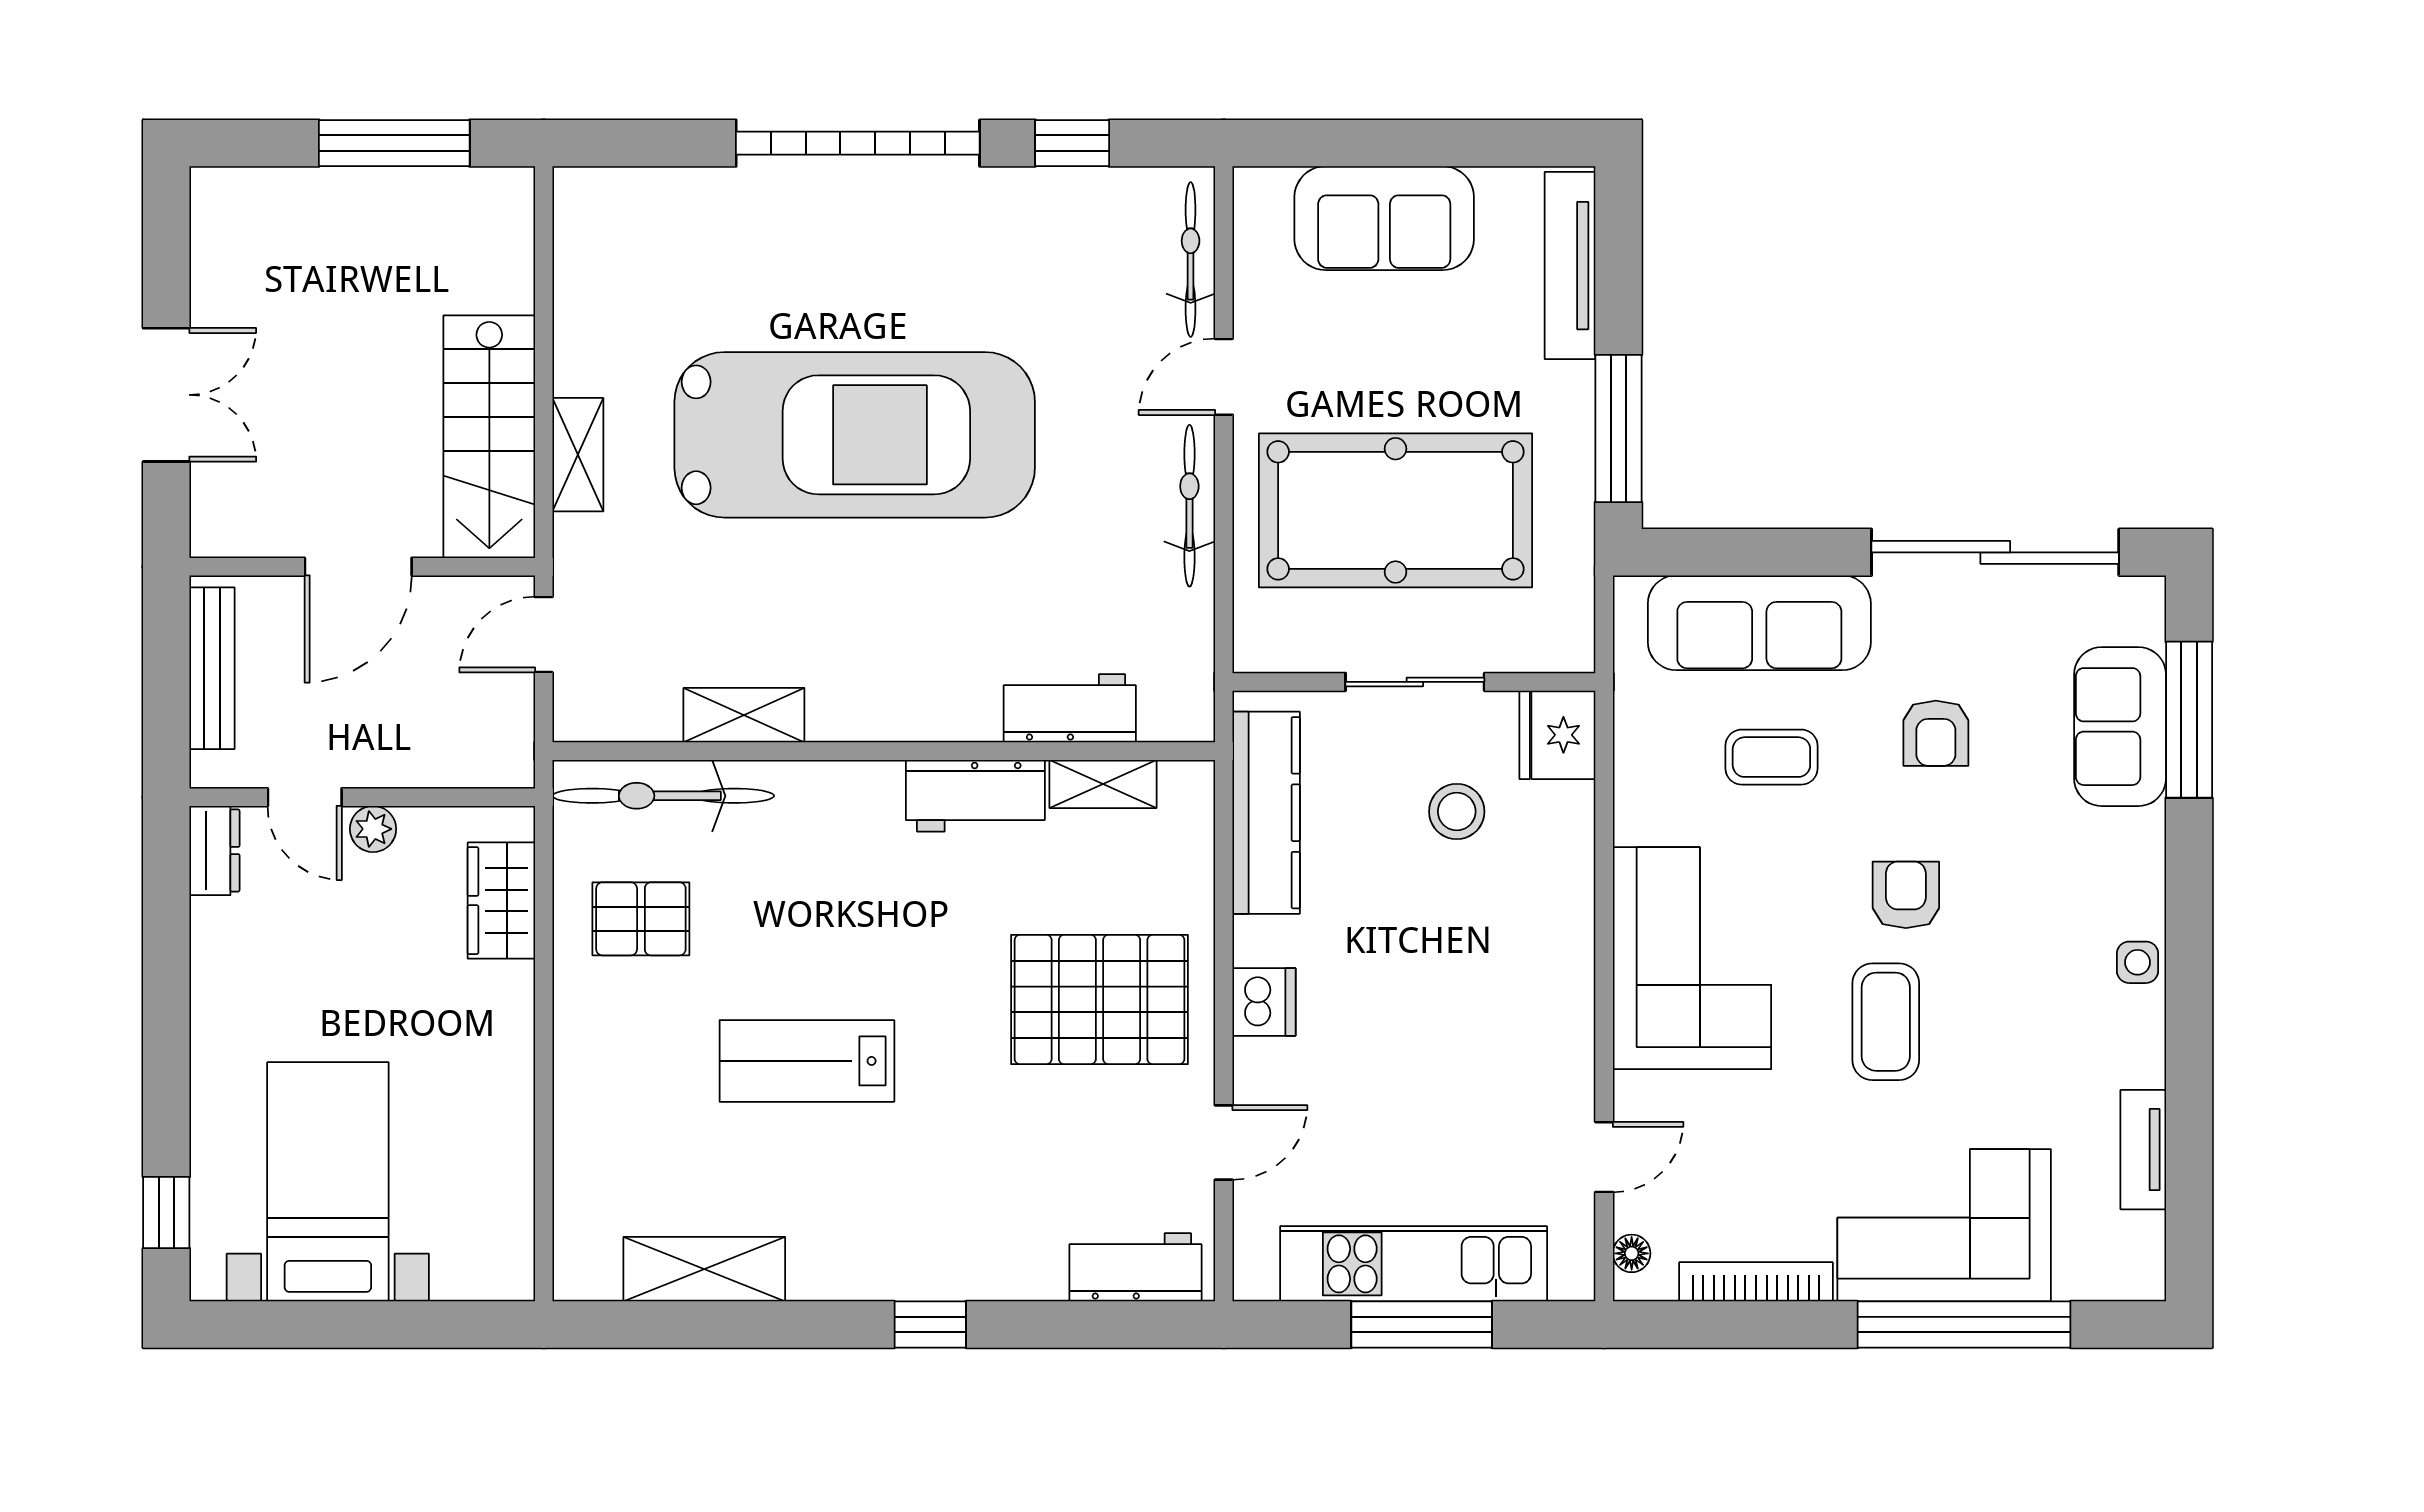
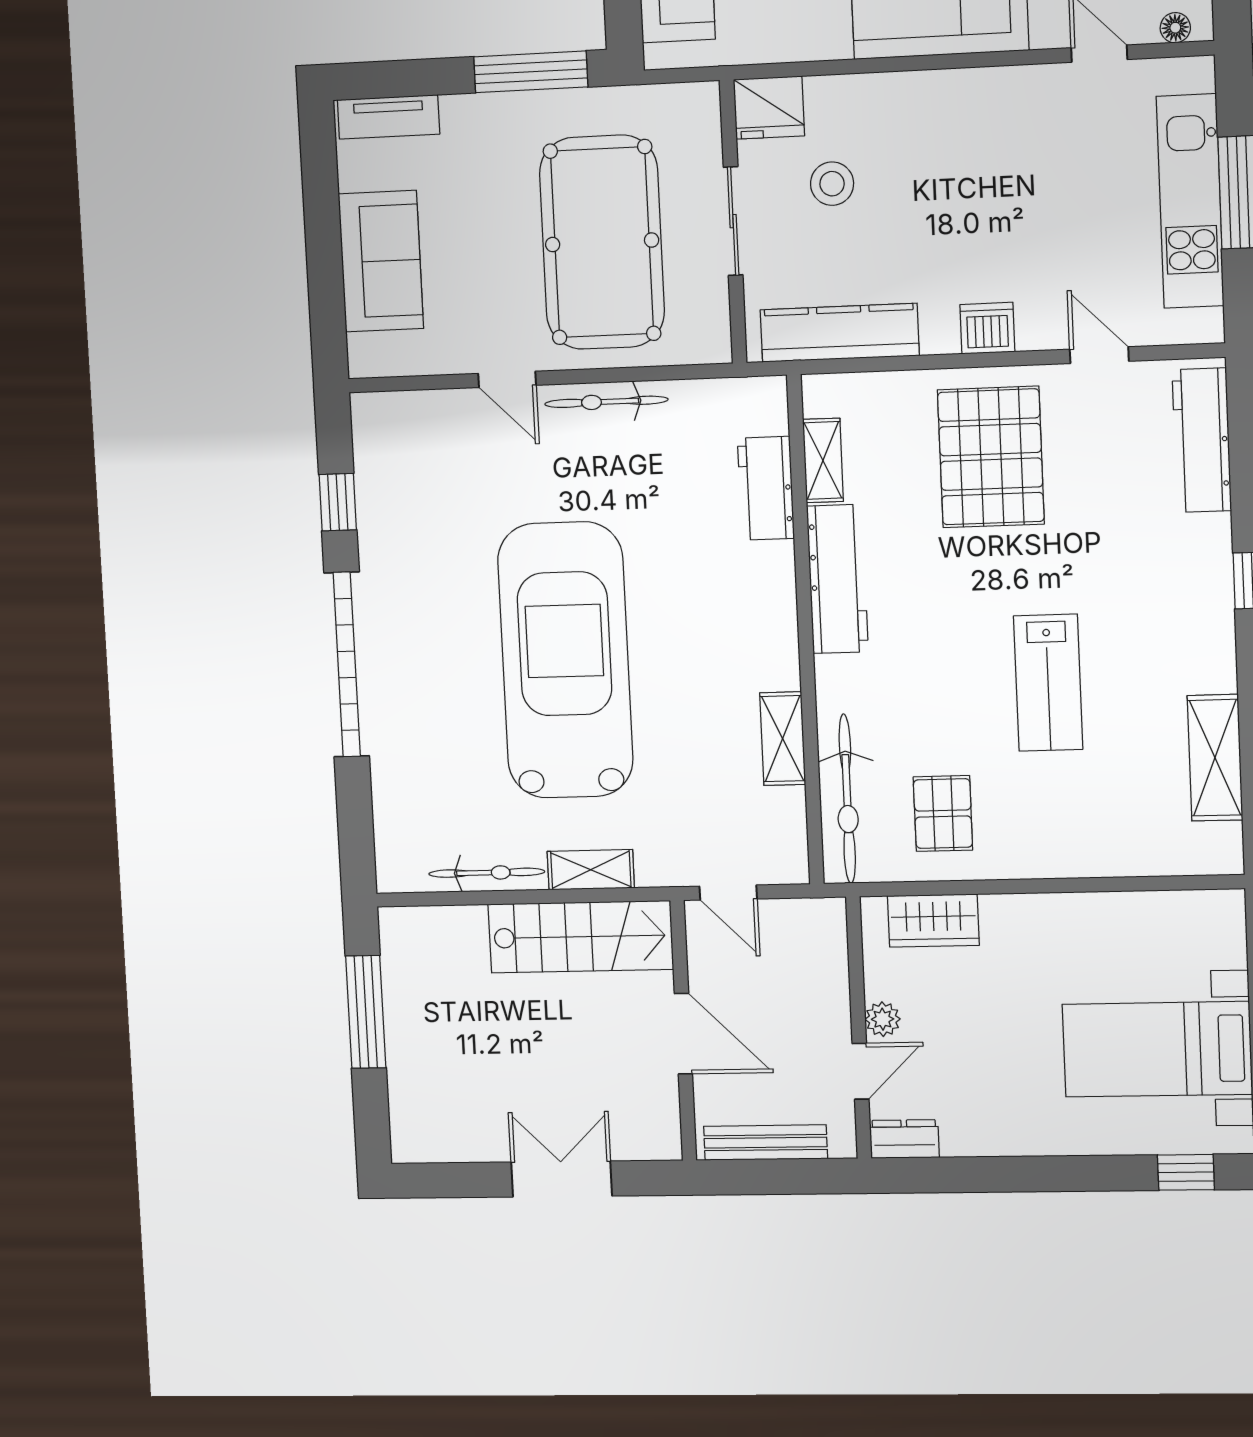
bicycle: (1191, 259) -> (487, 873), moved, turned 180
tv unit: (1570, 266) -> (388, 117), width x0.71
workbench: (975, 796) -> (837, 579), width x1.38
workbench: (1136, 1267) -> (1202, 440), width x1.38

